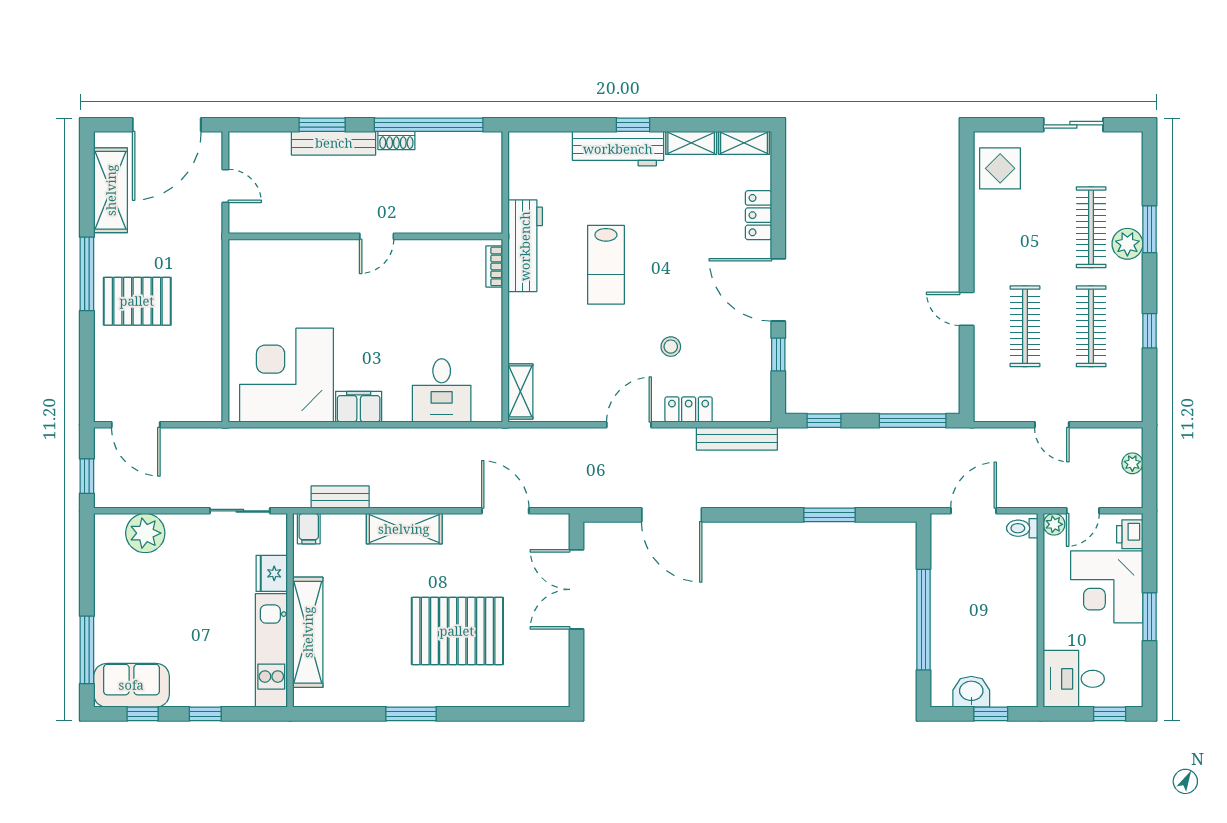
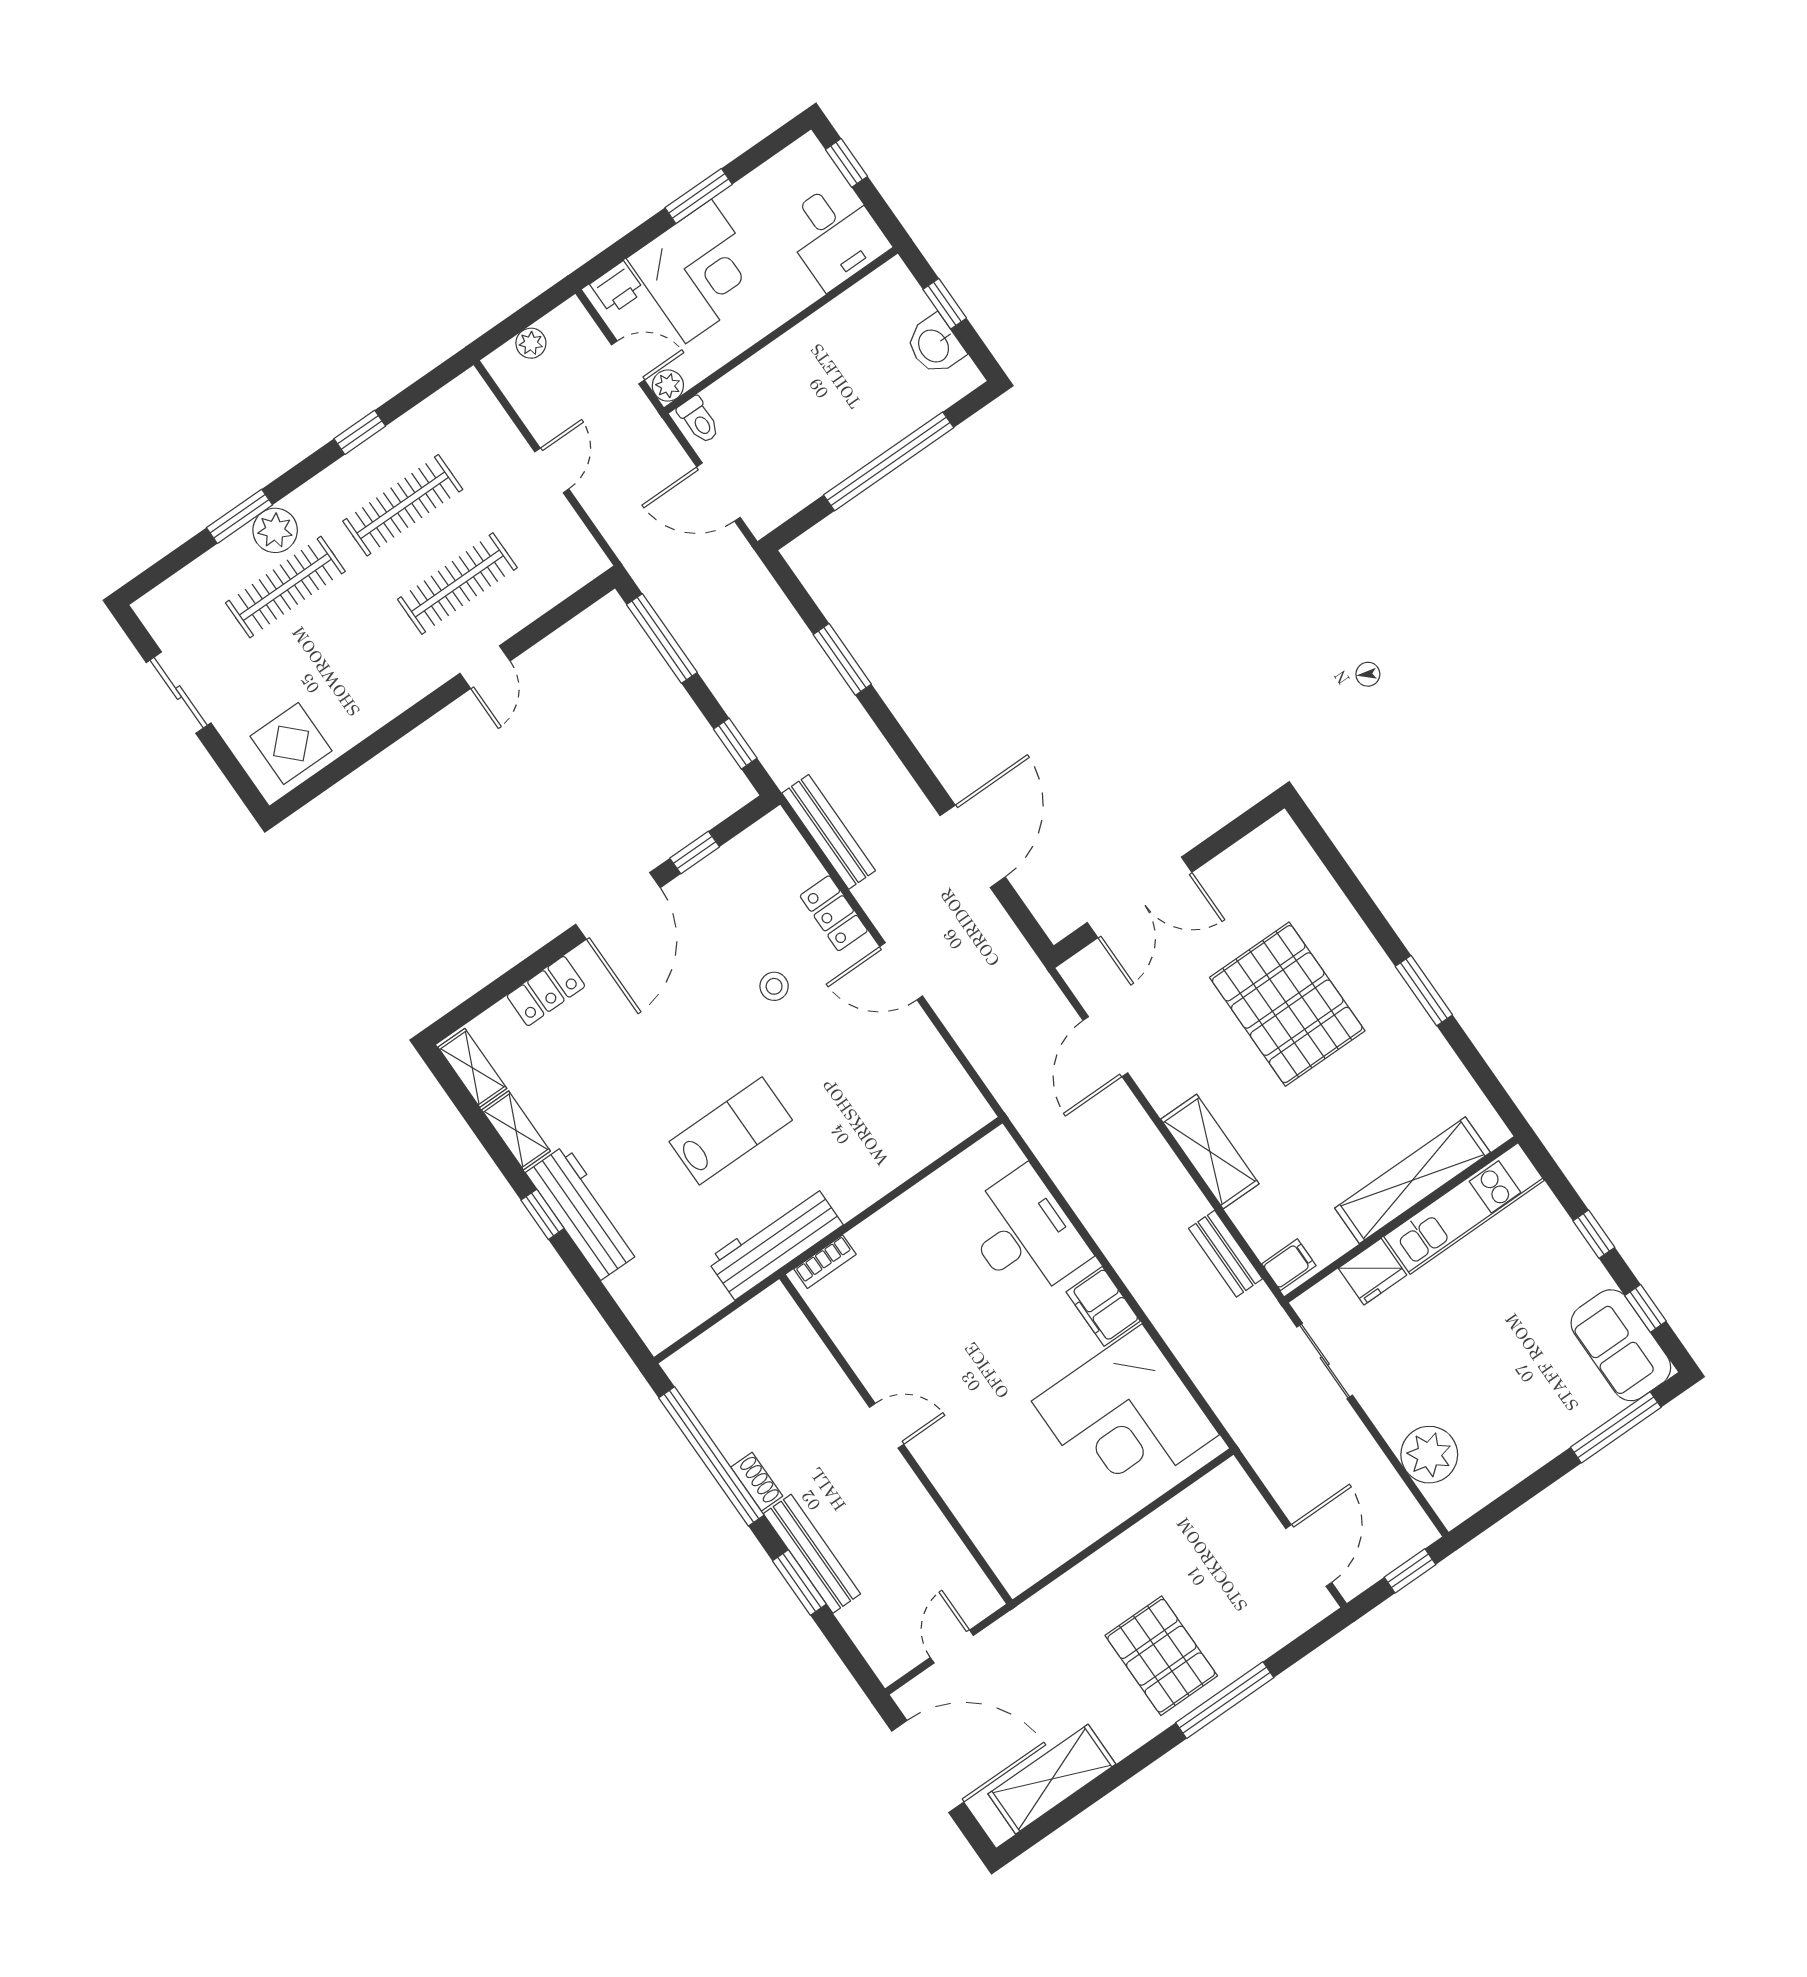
window: (87, 274) -> (1225, 1700), moved
desk: (442, 390) -> (1024, 1234), width x1.37
shelving: (520, 391) -> (951, 1127), removed

